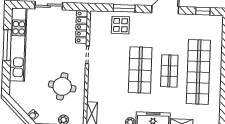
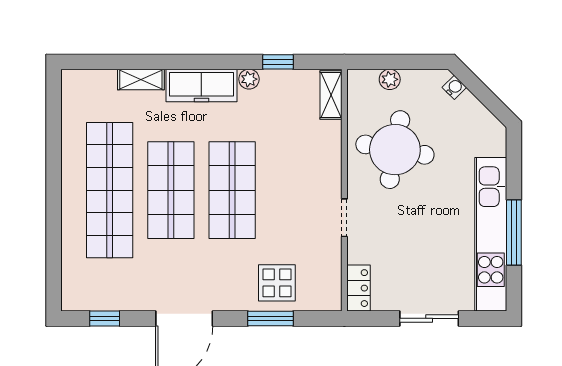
locker: (82, 27) -> (358, 288), width x0.66
shop shelf: (169, 71) -> (171, 190), width x1.43, depth x1.36
round table: (62, 86) -> (395, 150), width x1.36, depth x1.36

